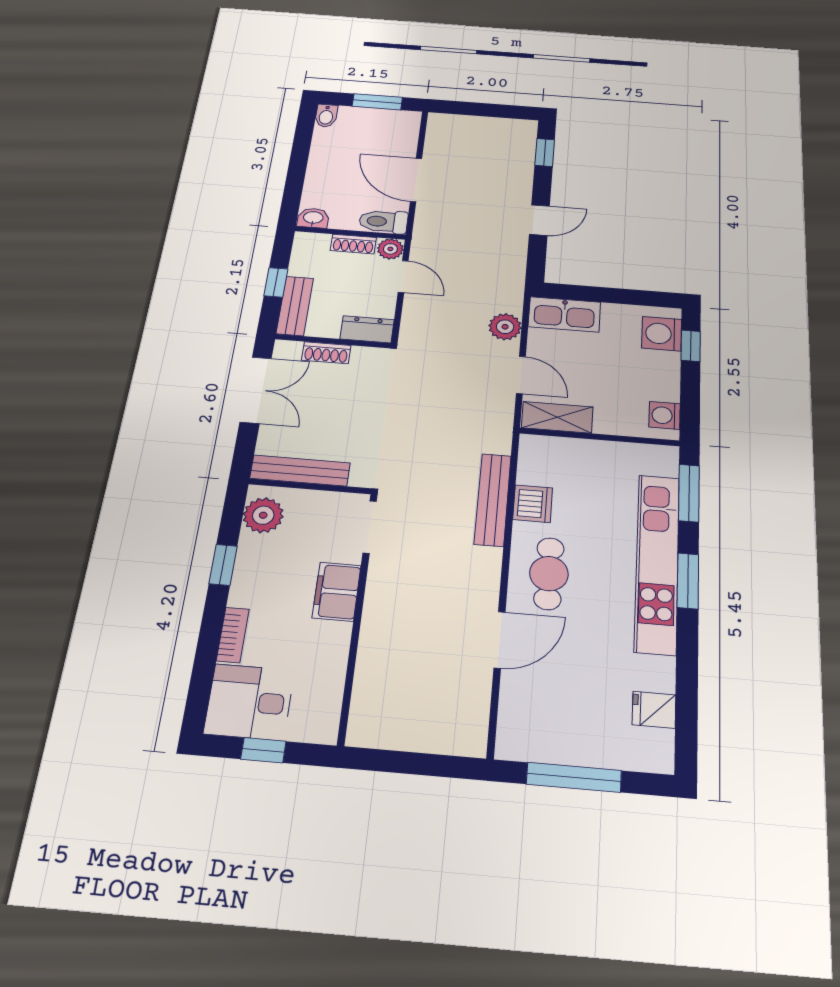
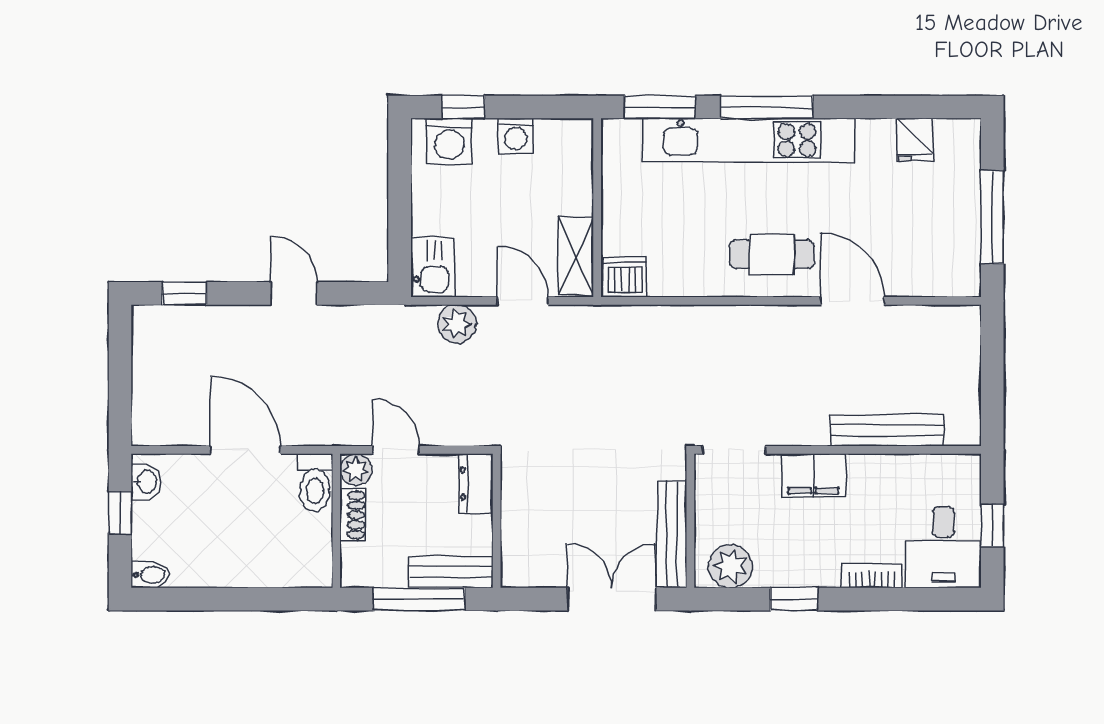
window: (377, 102) -> (120, 513), width x0.67
door: (416, 180) -> (245, 450), swing flipped
washbasin: (313, 218) -> (146, 482), moved, turned 180
door: (403, 276) -> (396, 450), hinge flipped
window: (276, 282) -> (419, 599), width x2.17
kitchen sink: (564, 314) -> (433, 267), width x0.73
shoe rack: (326, 353) -> (513, 526), removed
door: (521, 375) -> (523, 301), hinge flipped
double door: (256, 390) -> (612, 599), moved
washing machine: (665, 415) -> (516, 136), moved
bench: (493, 500) -> (887, 430), moved
dishwasher: (533, 504) -> (625, 277), moved
window: (688, 581) -> (767, 107), width x1.44

